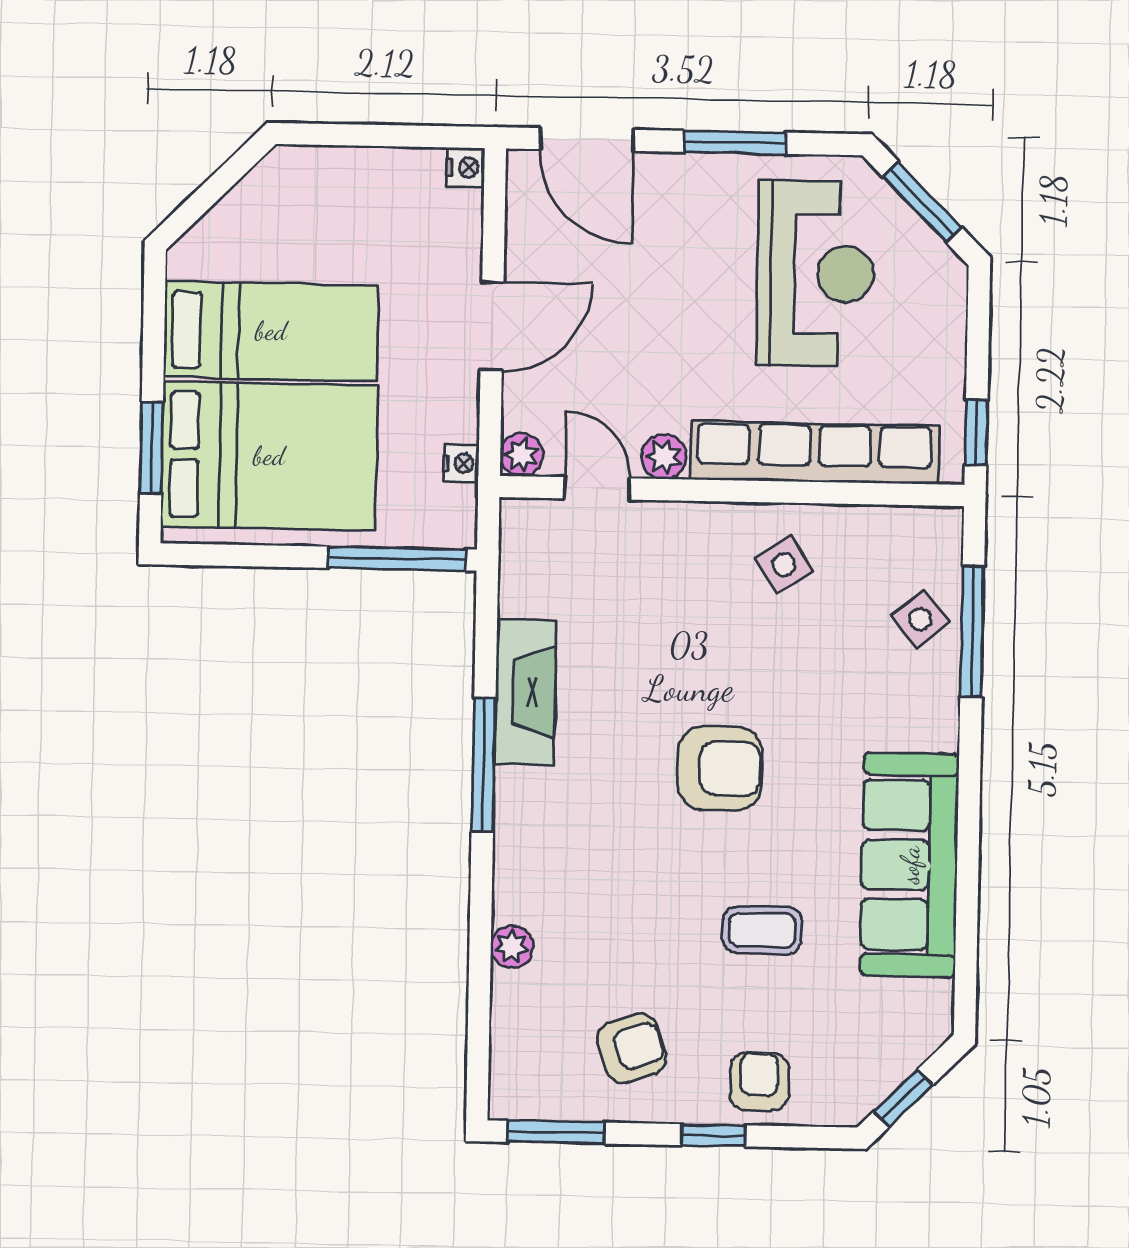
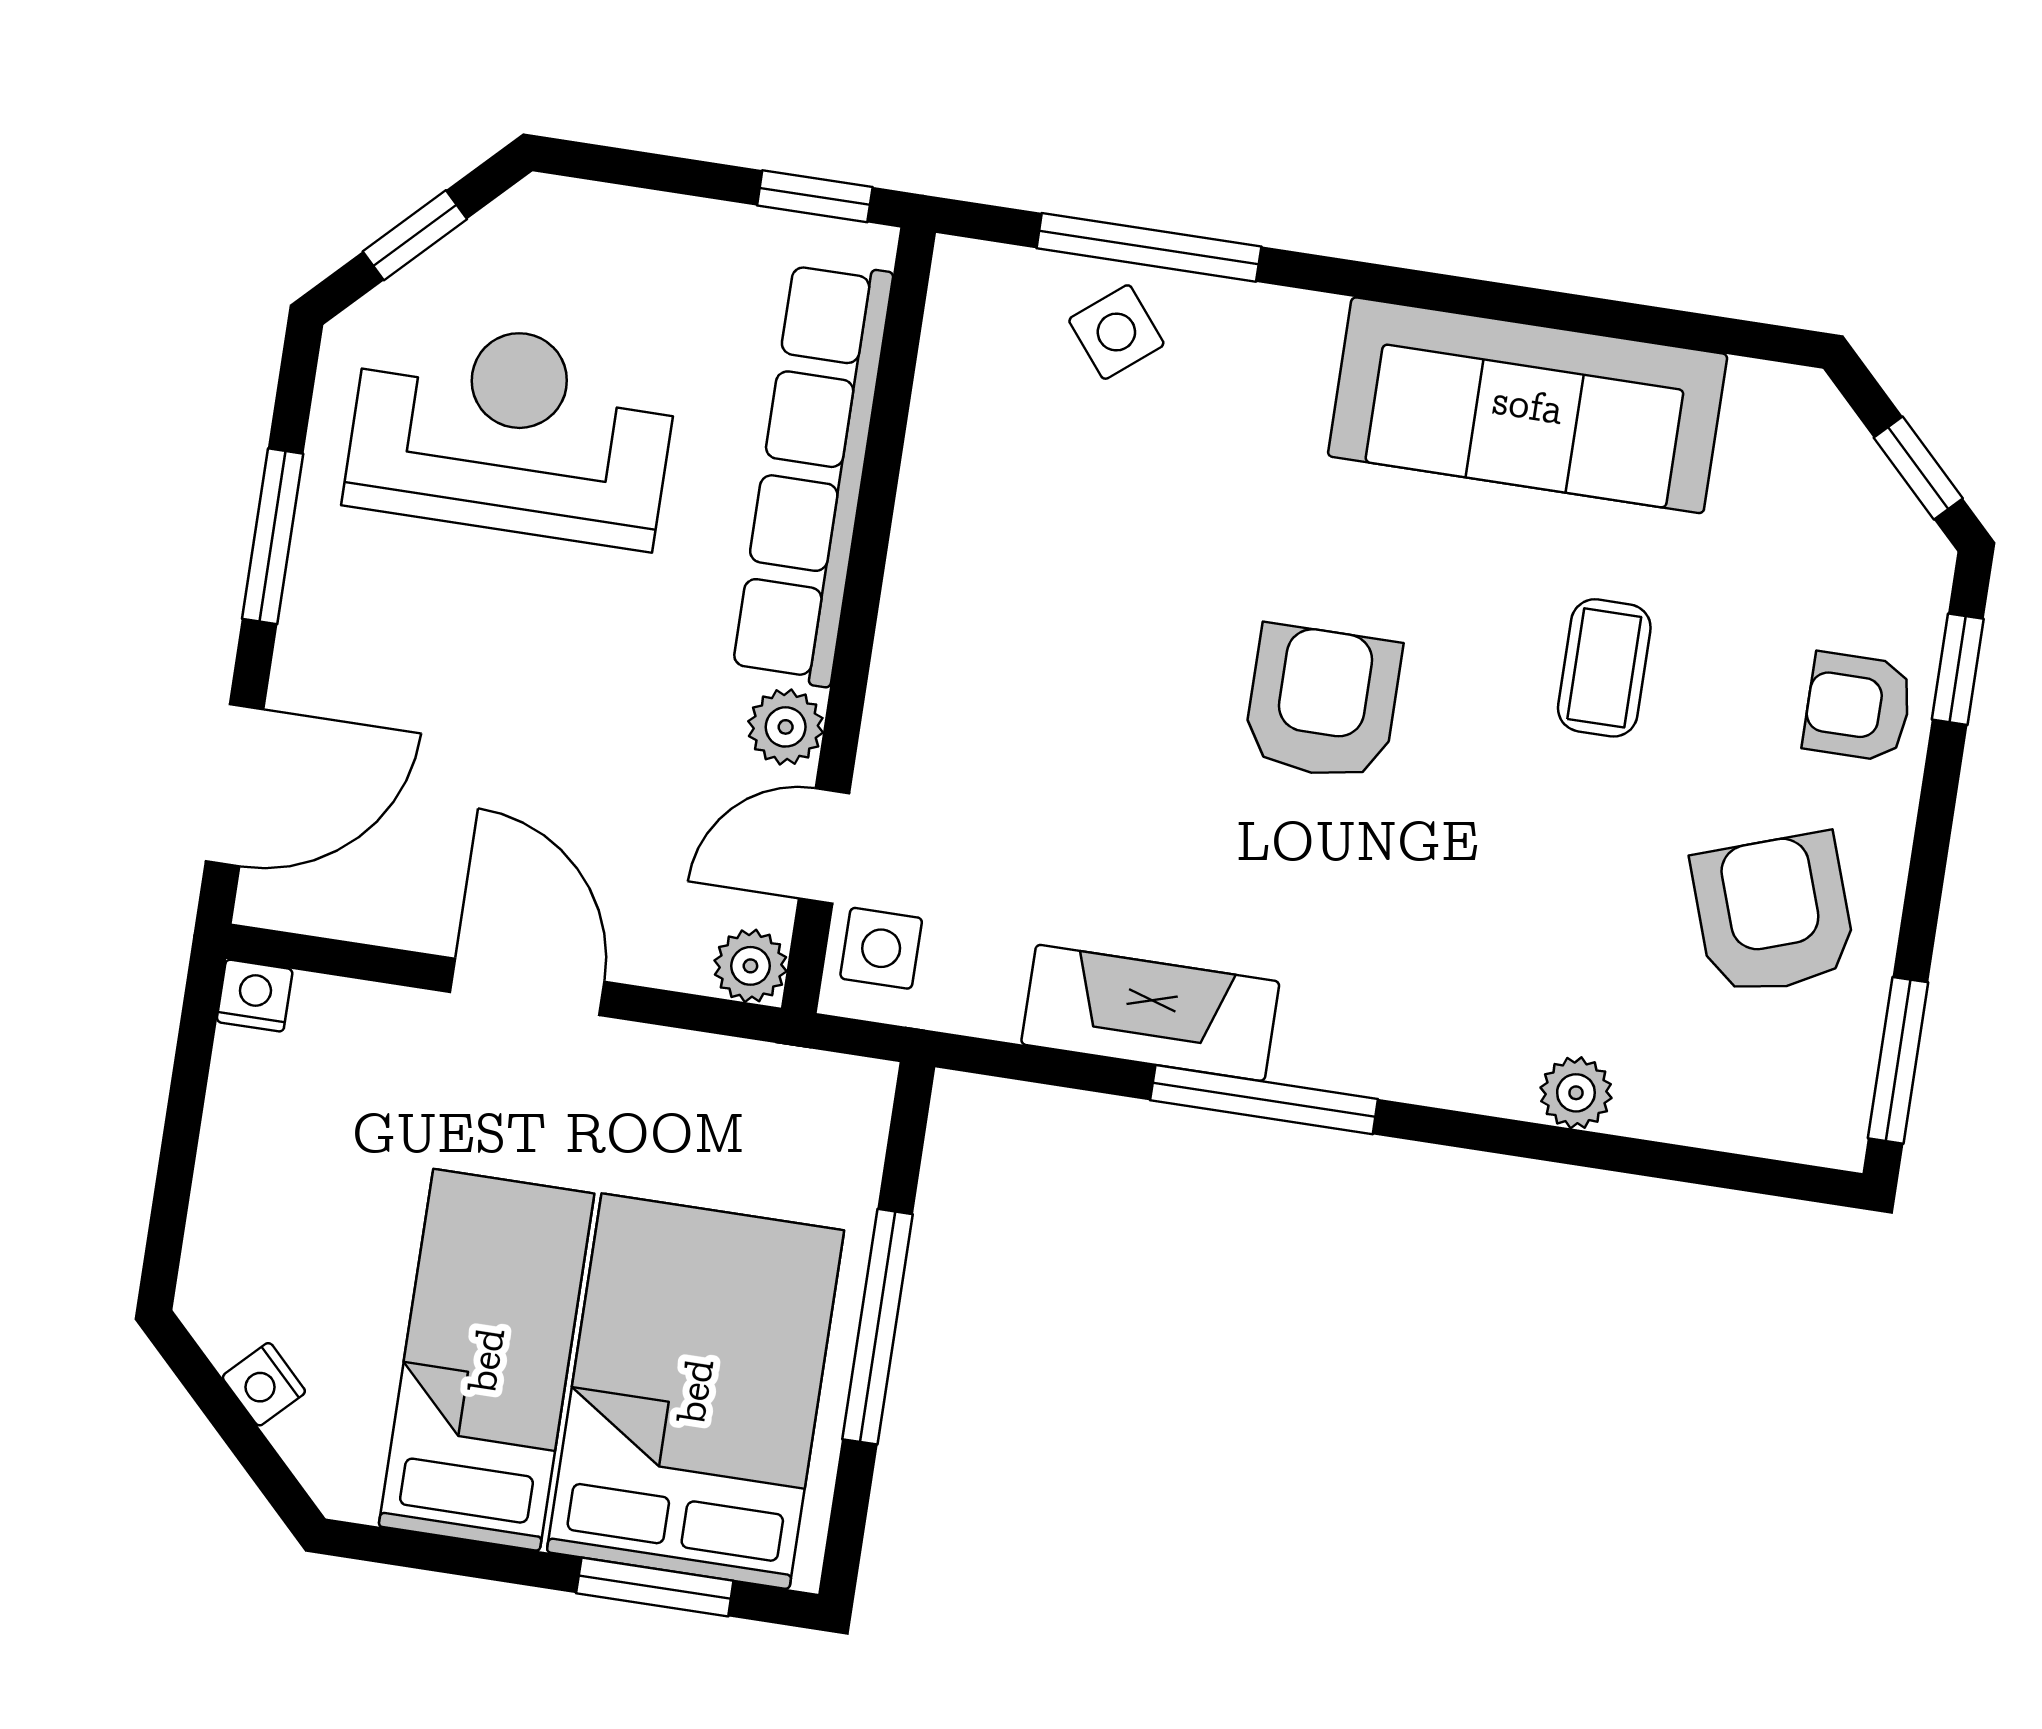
window: (922, 202) -> (415, 235), width x0.67
nightstand: (461, 463) -> (264, 1384), moved, turned -135
window: (397, 559) -> (877, 1327), moved
side table: (784, 564) -> (881, 948), moved, turned 32
armchair: (632, 1048) -> (1774, 914), width x1.38, depth x1.38
window: (713, 1135) -> (1958, 669), moved

